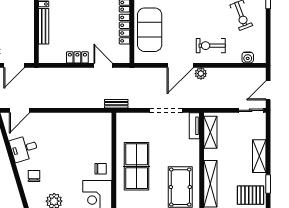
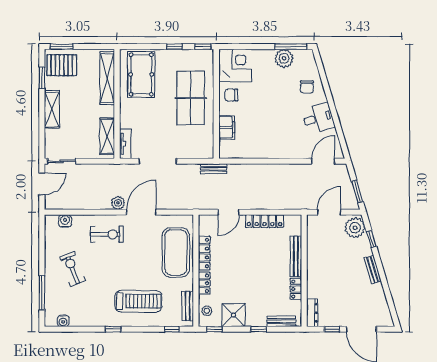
locker: (77, 57) -> (264, 221), width x1.53
door: (103, 65) -> (229, 212), hinge flipped
filing cabinet: (105, 140) -> (227, 127), added

